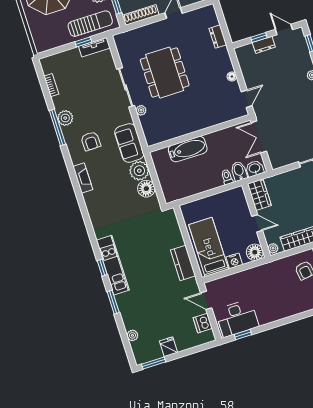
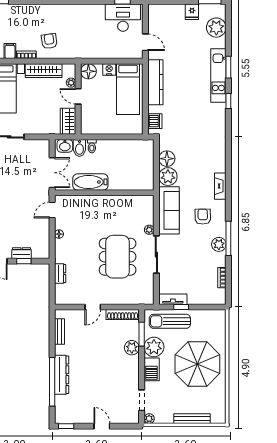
sofa: (129, 143) -> (169, 210), width x1.36
bathtub: (188, 149) -> (90, 182), moved
plant: (273, 248) -> (71, 83), moved
kitchen counter: (183, 263) -> (155, 82), width x1.50
kitchen unit: (113, 265) -> (218, 76), moved
dishwasher: (203, 323) -> (155, 121), moved
plant: (132, 335) -> (216, 28), width x1.88, depth x1.88

